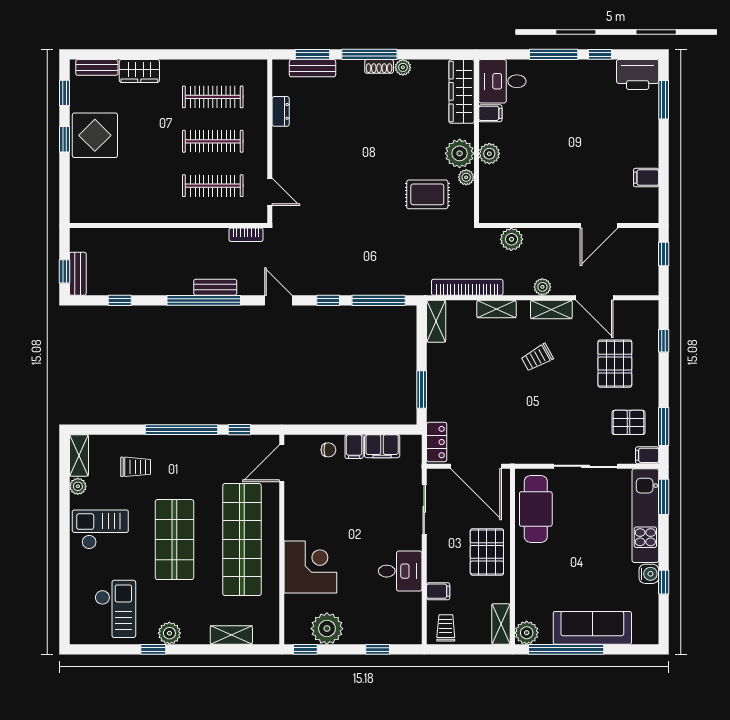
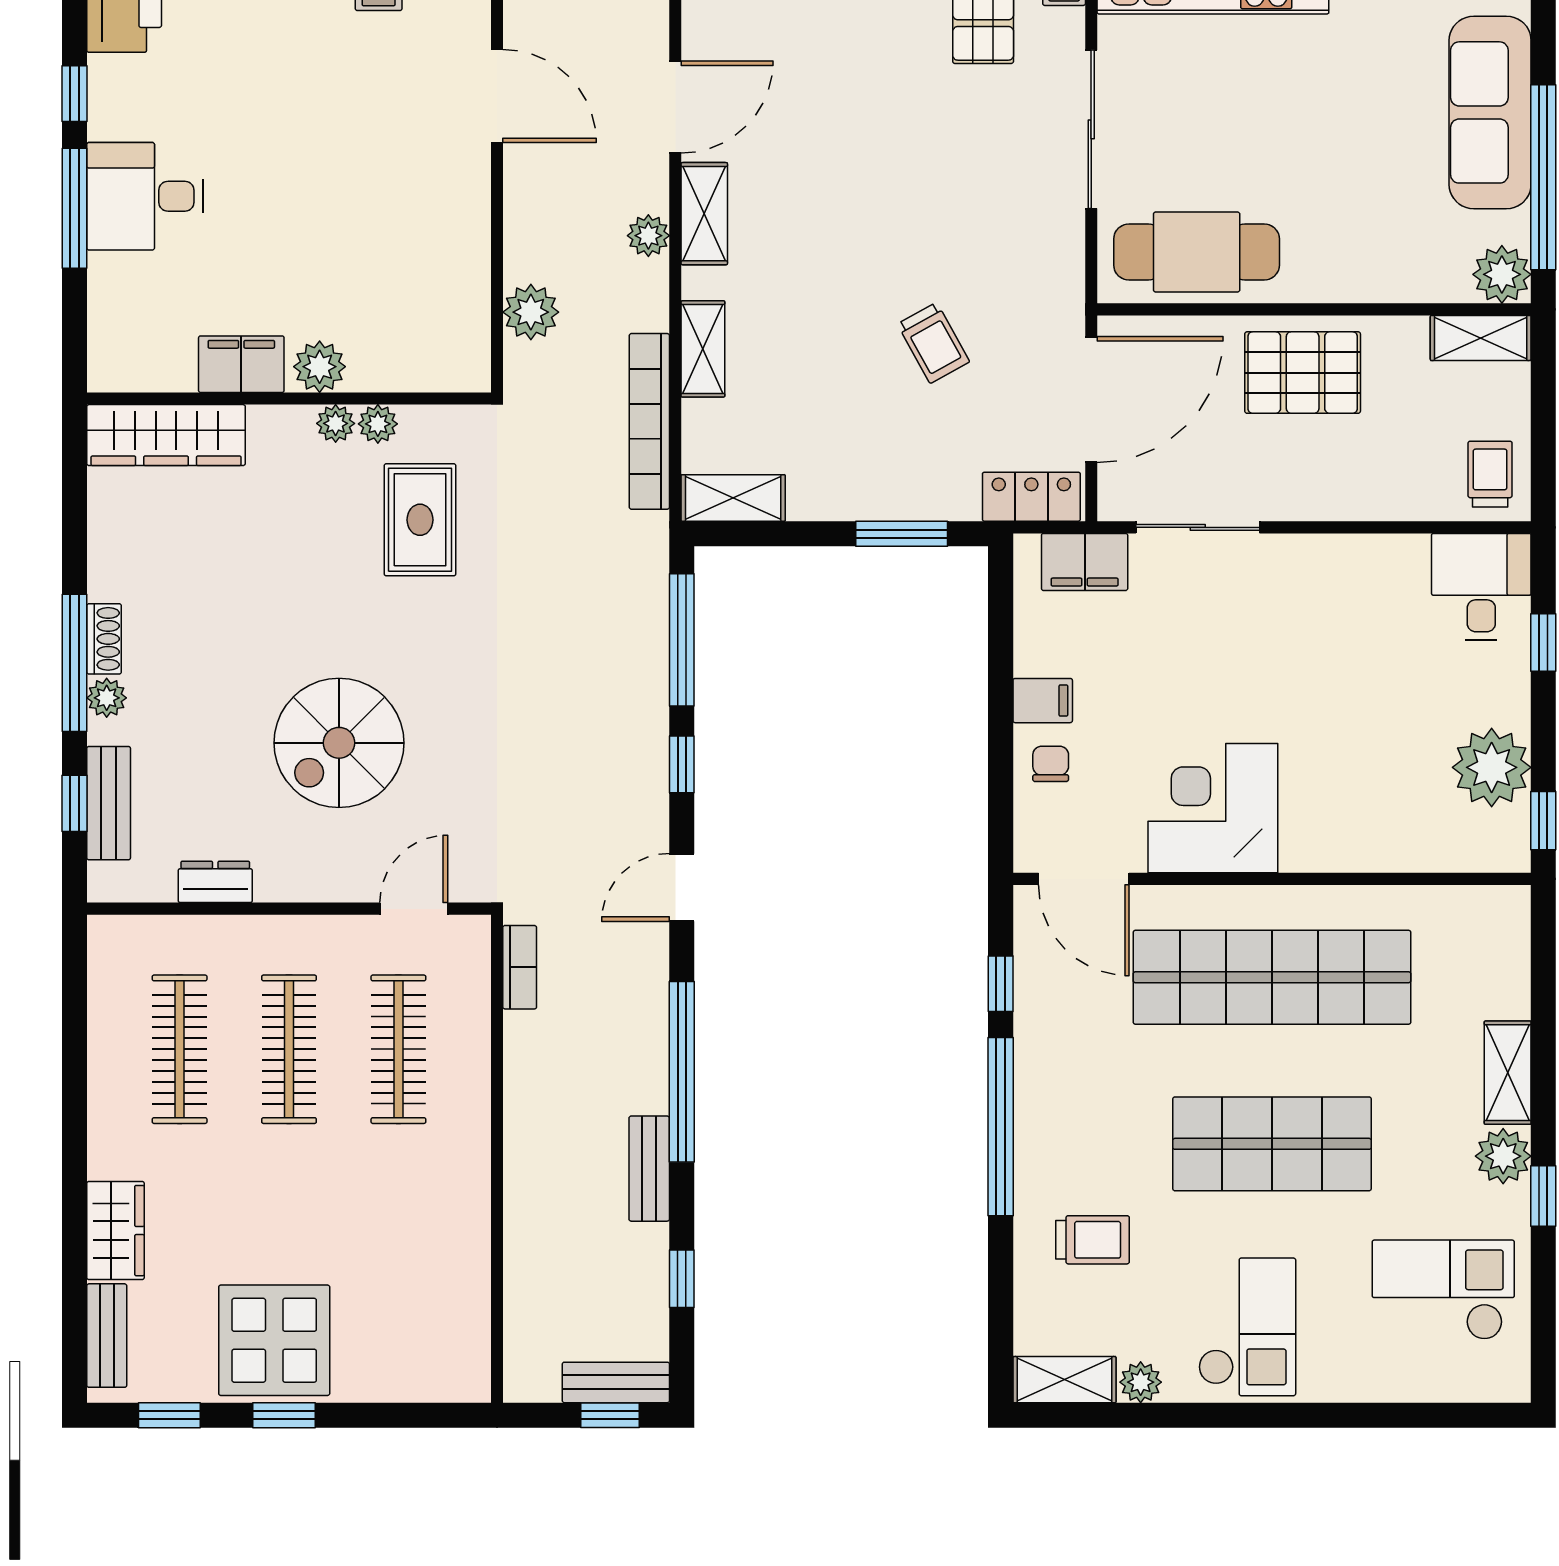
window: (312, 54) -> (75, 803), width x0.67
plant: (403, 67) -> (107, 698), moved
desk: (502, 81) -> (145, 196), moved, turned 90
filing cabinet: (490, 113) -> (241, 364), width x2.00
plant: (460, 153) -> (336, 423), width x0.53, depth x0.53
spiral stairs: (337, 162) -> (339, 743), added
bench: (215, 287) -> (649, 1169), moved
trolley: (537, 357) -> (933, 343), moved
pallet: (615, 364) -> (838, 57), removed
filing cabinet: (382, 446) -> (1085, 562), moved, turned 90
trolley: (136, 467) -> (1093, 1240), turned 90
checkout: (100, 529) -> (1247, 1327), turned 180
corner desk: (310, 567) -> (1213, 808), moved
desk: (400, 571) -> (1481, 587), moved
filing cabinet: (438, 591) -> (1400, 493), removed
trolley: (446, 628) -> (1490, 474), turned 90
shelving: (231, 635) -> (1508, 1073), moved

